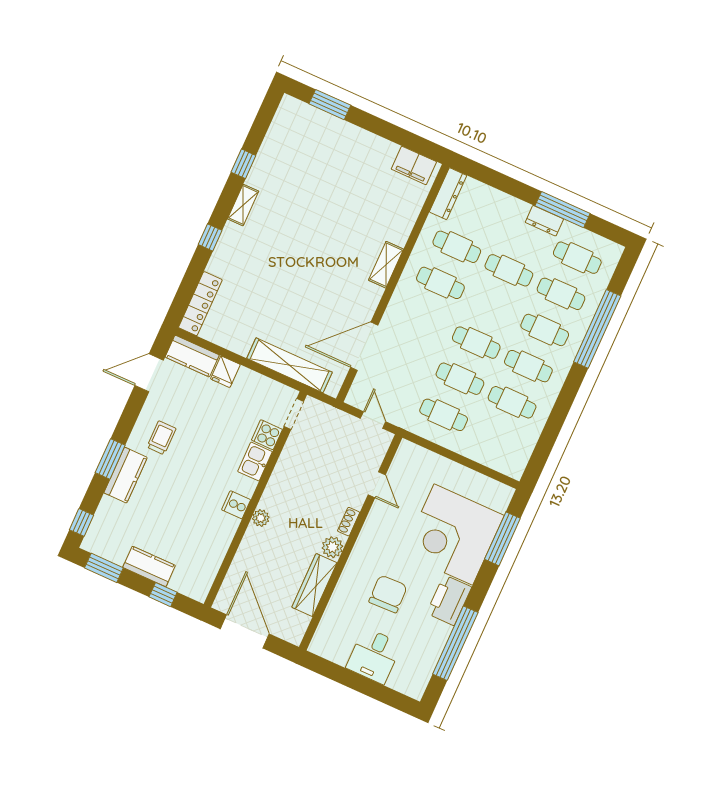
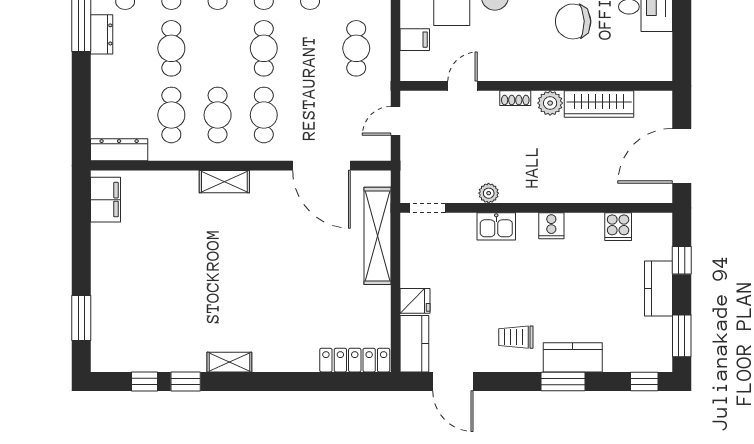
window: (210, 237) -> (144, 381), moved
cafe table: (460, 379) -> (264, 115), moved
cooker: (267, 435) -> (618, 227), moved
filing cabinet: (430, 464) -> (415, 40), added
plant: (261, 518) -> (489, 193), moved

